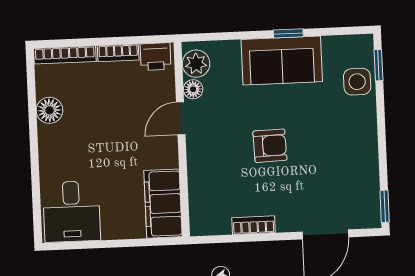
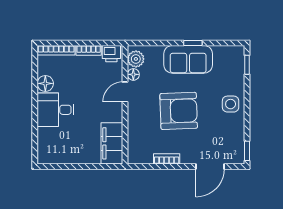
side table: (357, 82) -> (231, 104), moved
armchair: (270, 146) -> (179, 111), width x1.88, depth x1.88
desk: (72, 212) -> (56, 110), moved, turned 90

